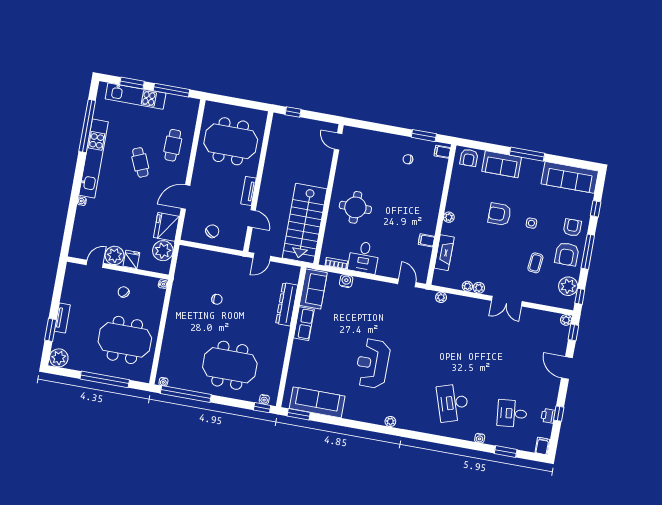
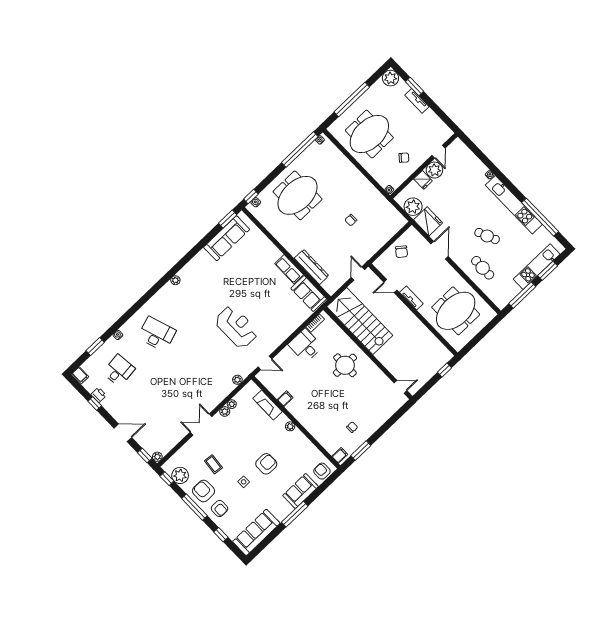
water cooler: (346, 281) -> (298, 321), removed
reception desk: (373, 364) -> (237, 327), moved

